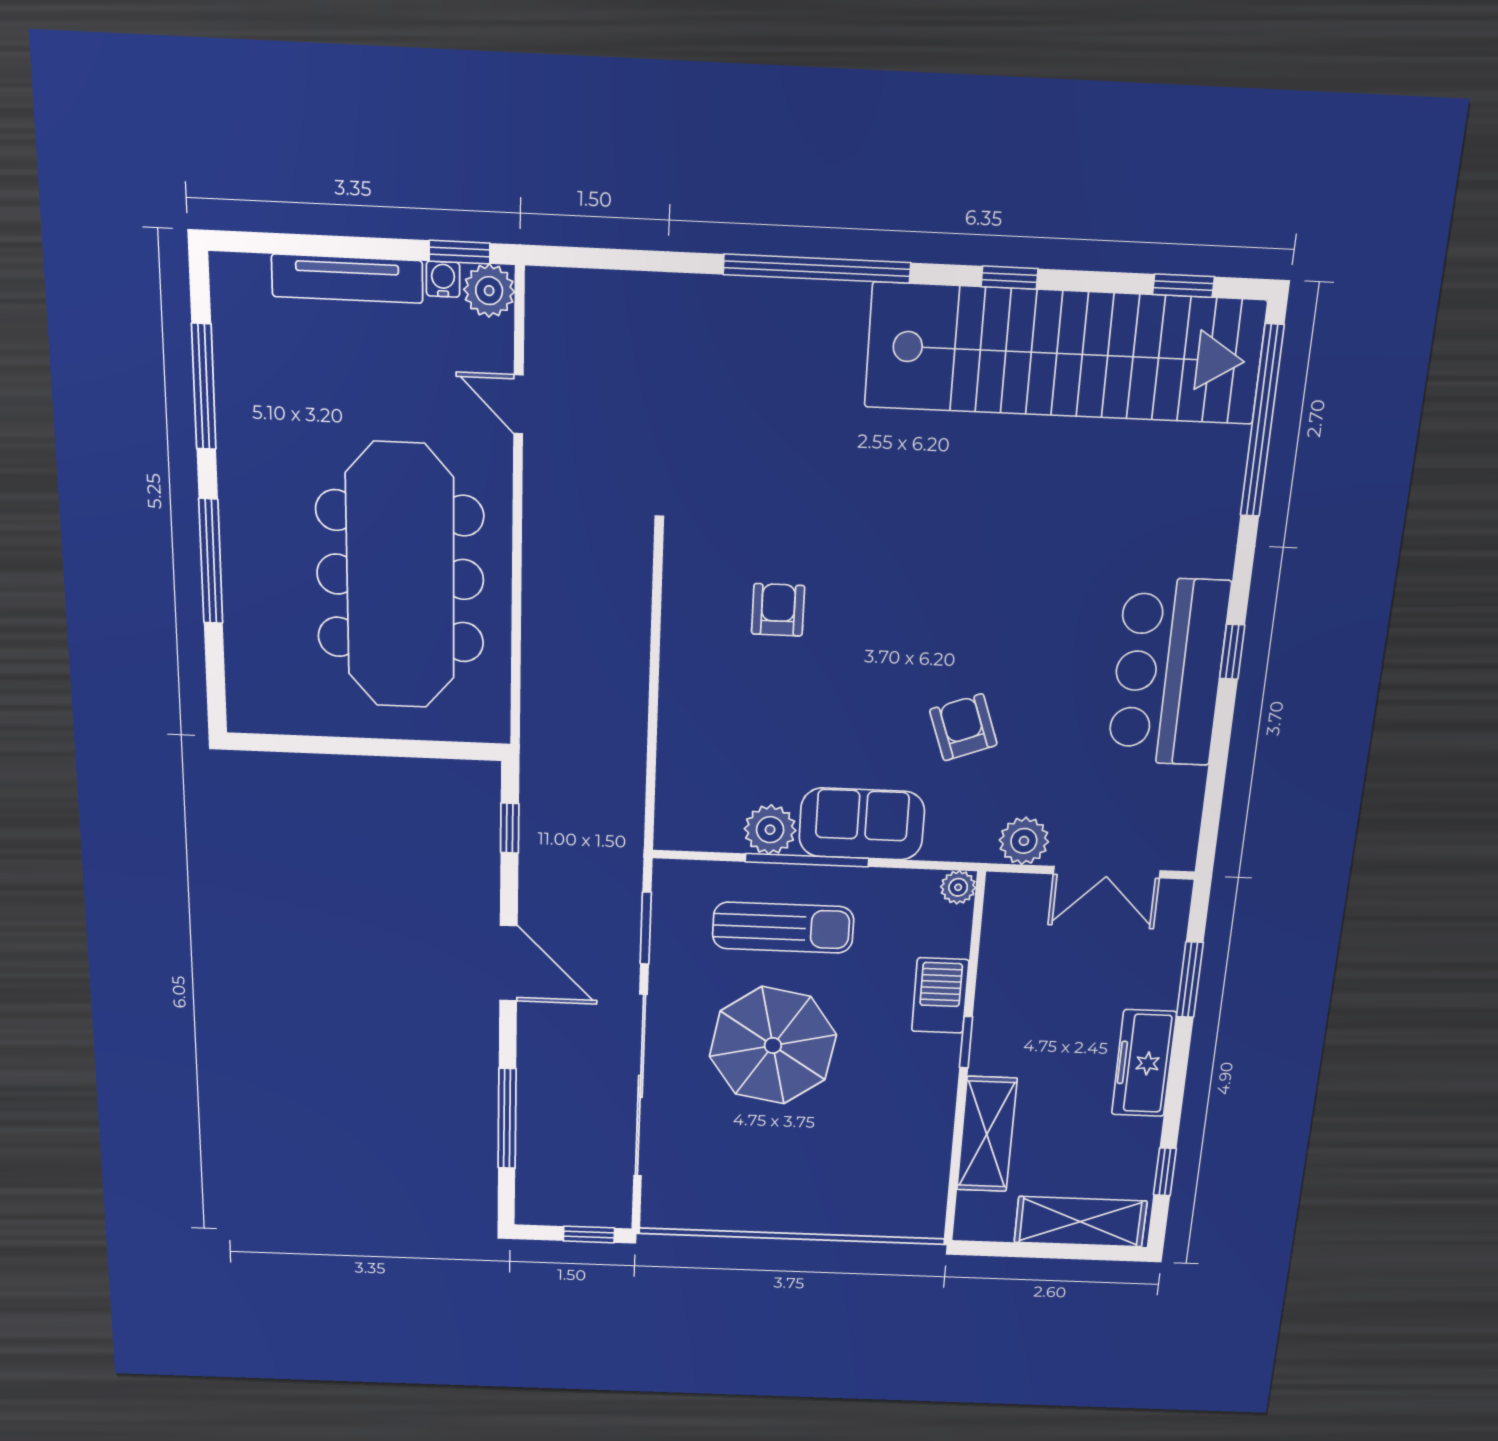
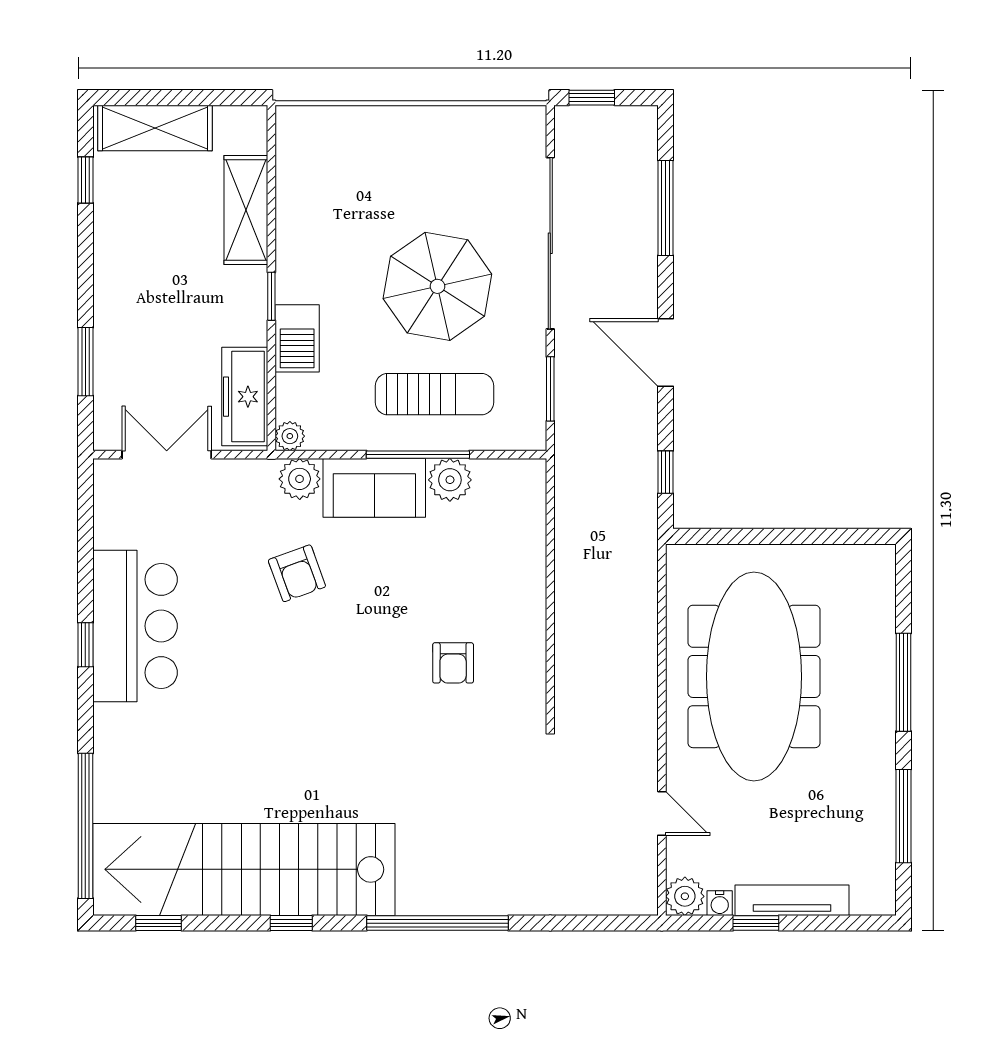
window: (459, 252) -> (756, 923), moved
plant: (1024, 841) -> (300, 479), moved
sun lounger: (783, 928) -> (434, 394), turned 180
freezer: (1144, 1063) -> (245, 397), moved, turned 180

